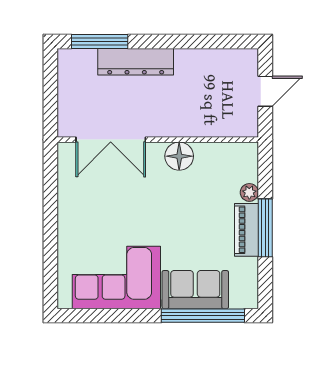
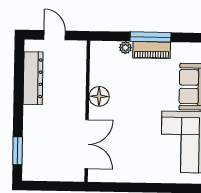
window: (100, 41) -> (18, 151), width x0.69
dresser: (136, 62) -> (33, 78), moved

